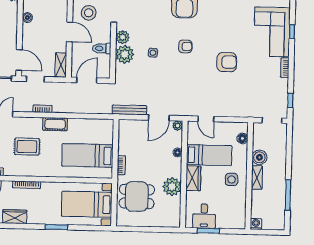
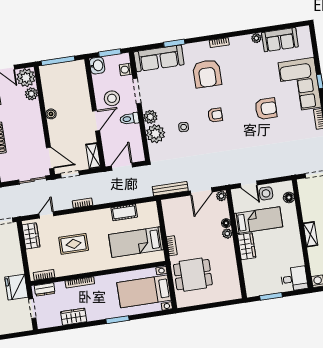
door: (70, 32) -> (96, 121), hinge flipped
toilet: (102, 48) -> (129, 119), moved
armchair: (227, 62) -> (266, 109), moved
cot: (55, 124) -> (124, 212), moved
boiler: (259, 157) -> (309, 213), removed
side table: (232, 179) -> (266, 193), moved
plant: (172, 187) -> (227, 234), moved, width x0.53, depth x0.53
desk: (204, 216) -> (294, 279), moved, turned -90

